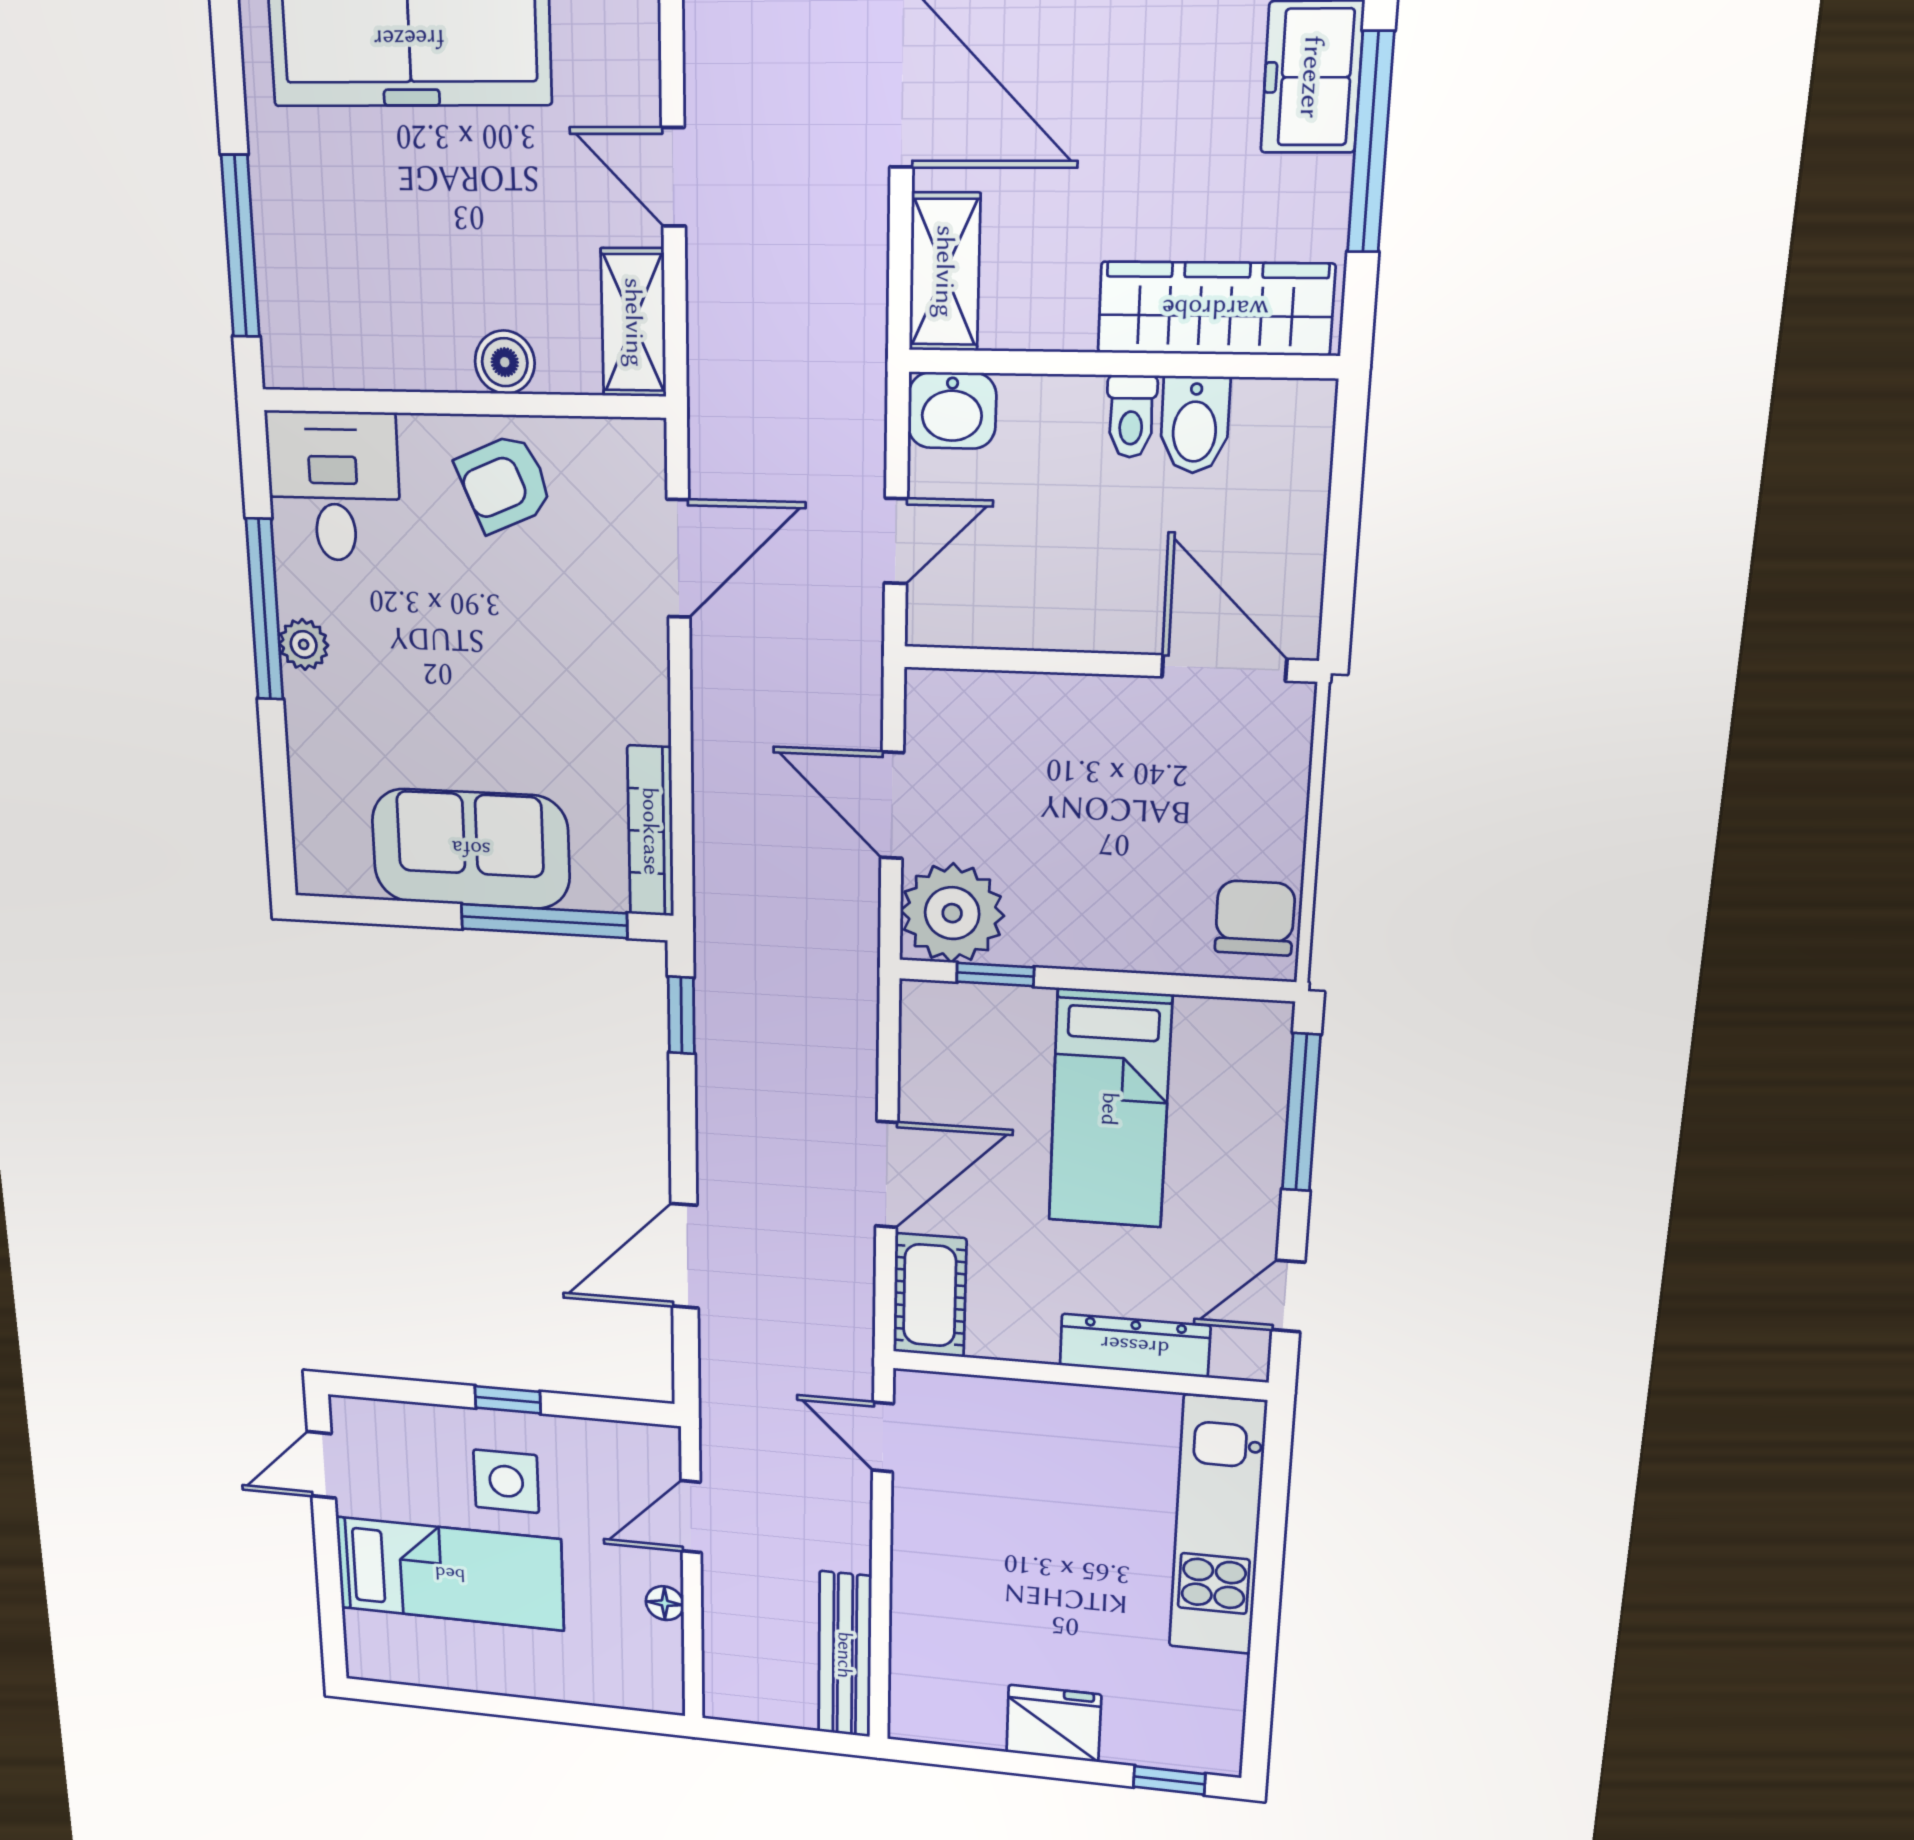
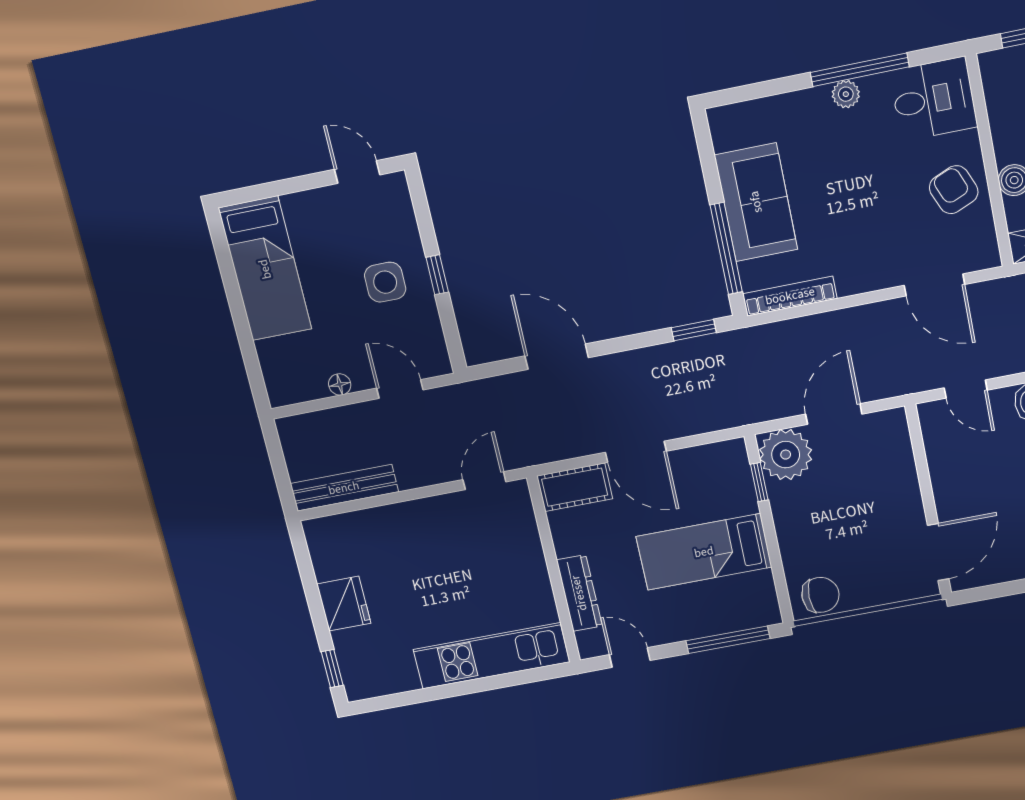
bed: (450, 1574) -> (265, 269), moved

